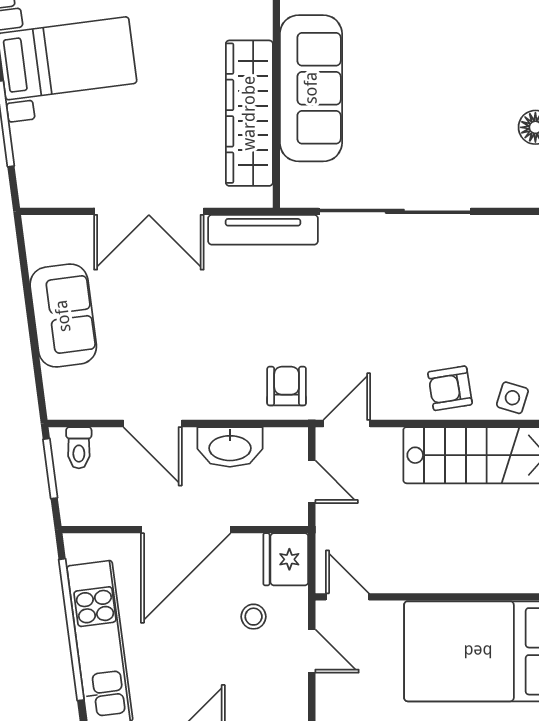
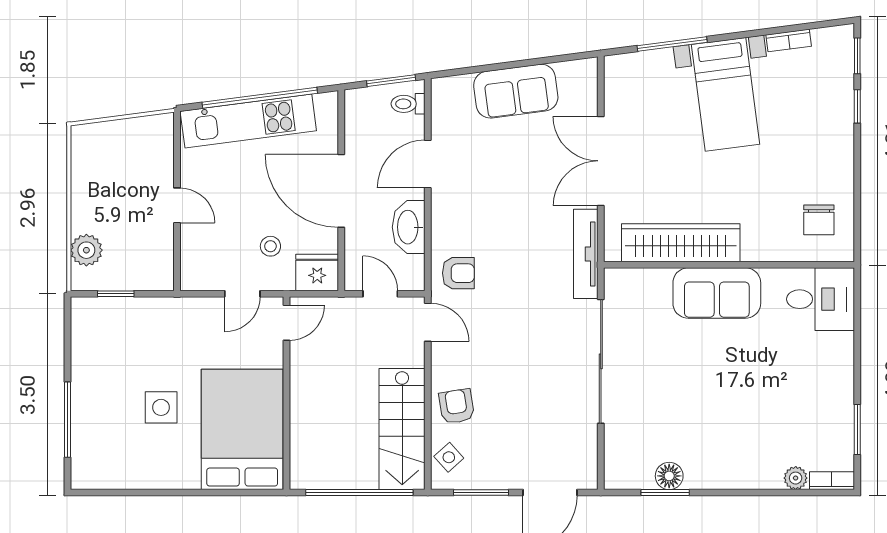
sofa: (311, 88) -> (717, 293), width x0.73
side table: (512, 398) -> (449, 457), turned 31
door: (312, 482) -> (380, 294), swing flipped

